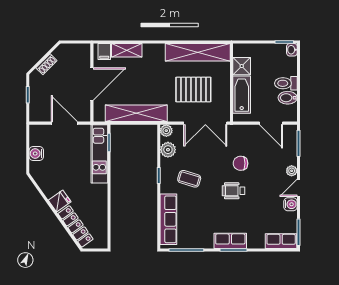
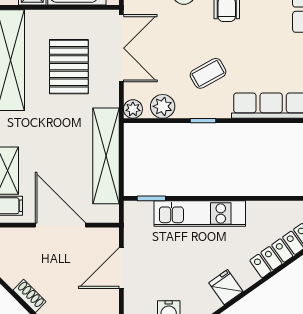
kitchen unit: (99, 154) -> (200, 214), moved
coffee table: (189, 179) -> (208, 73), turned 44
fridge: (60, 201) -> (226, 287), moved

